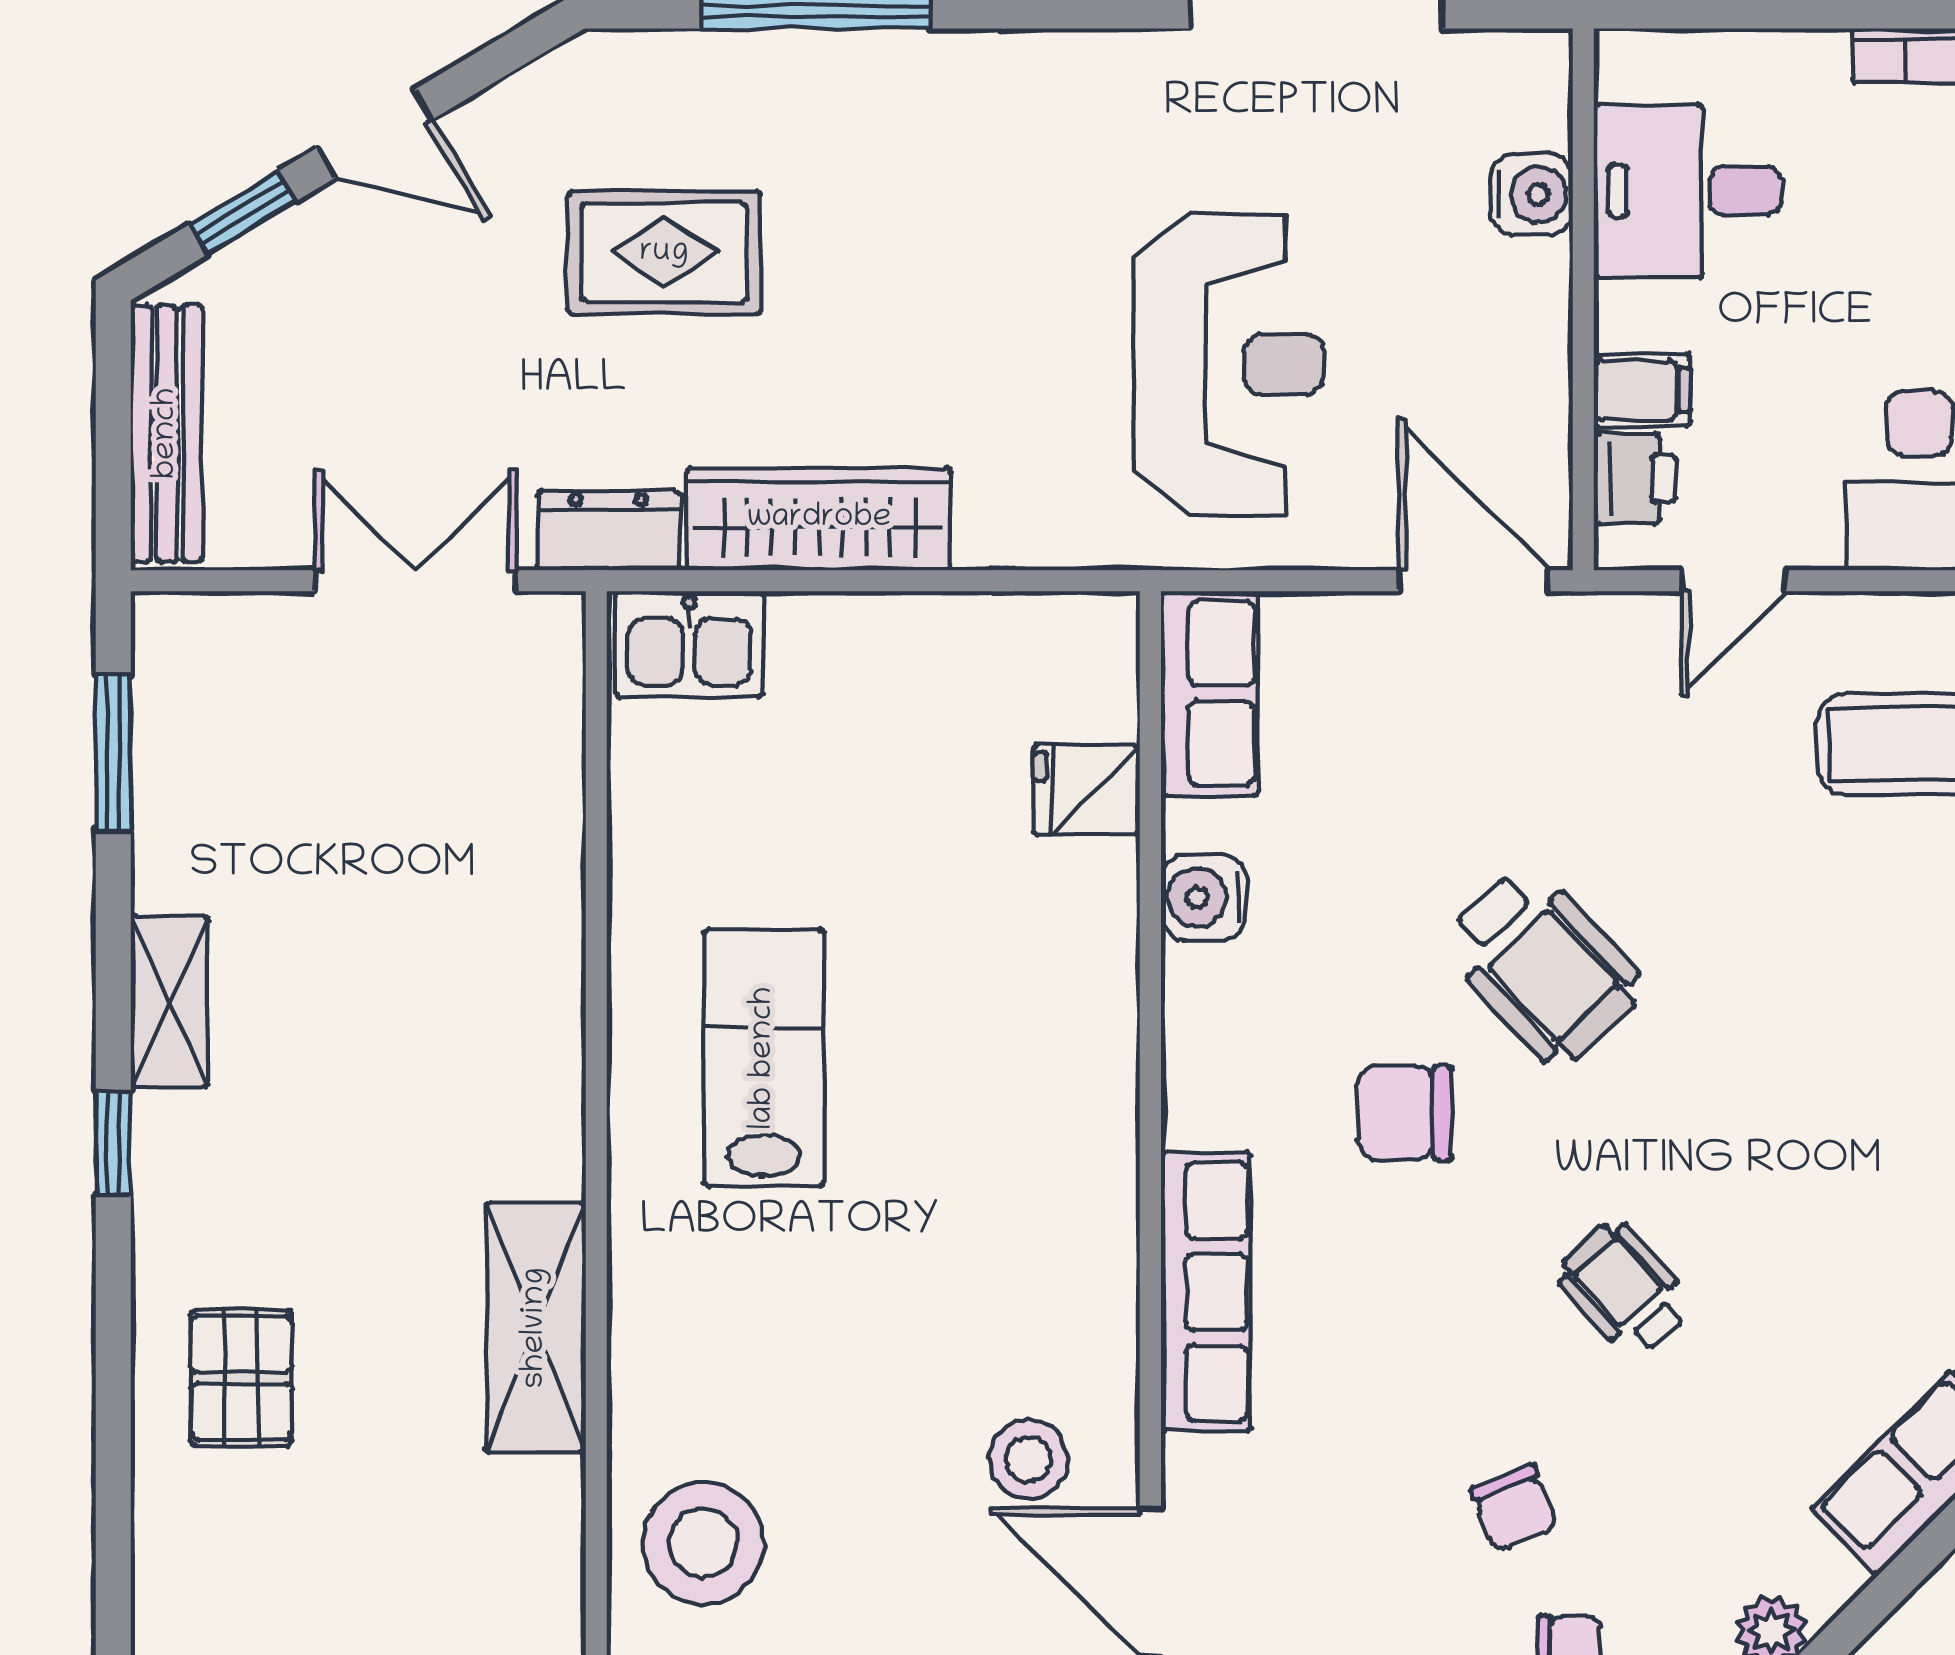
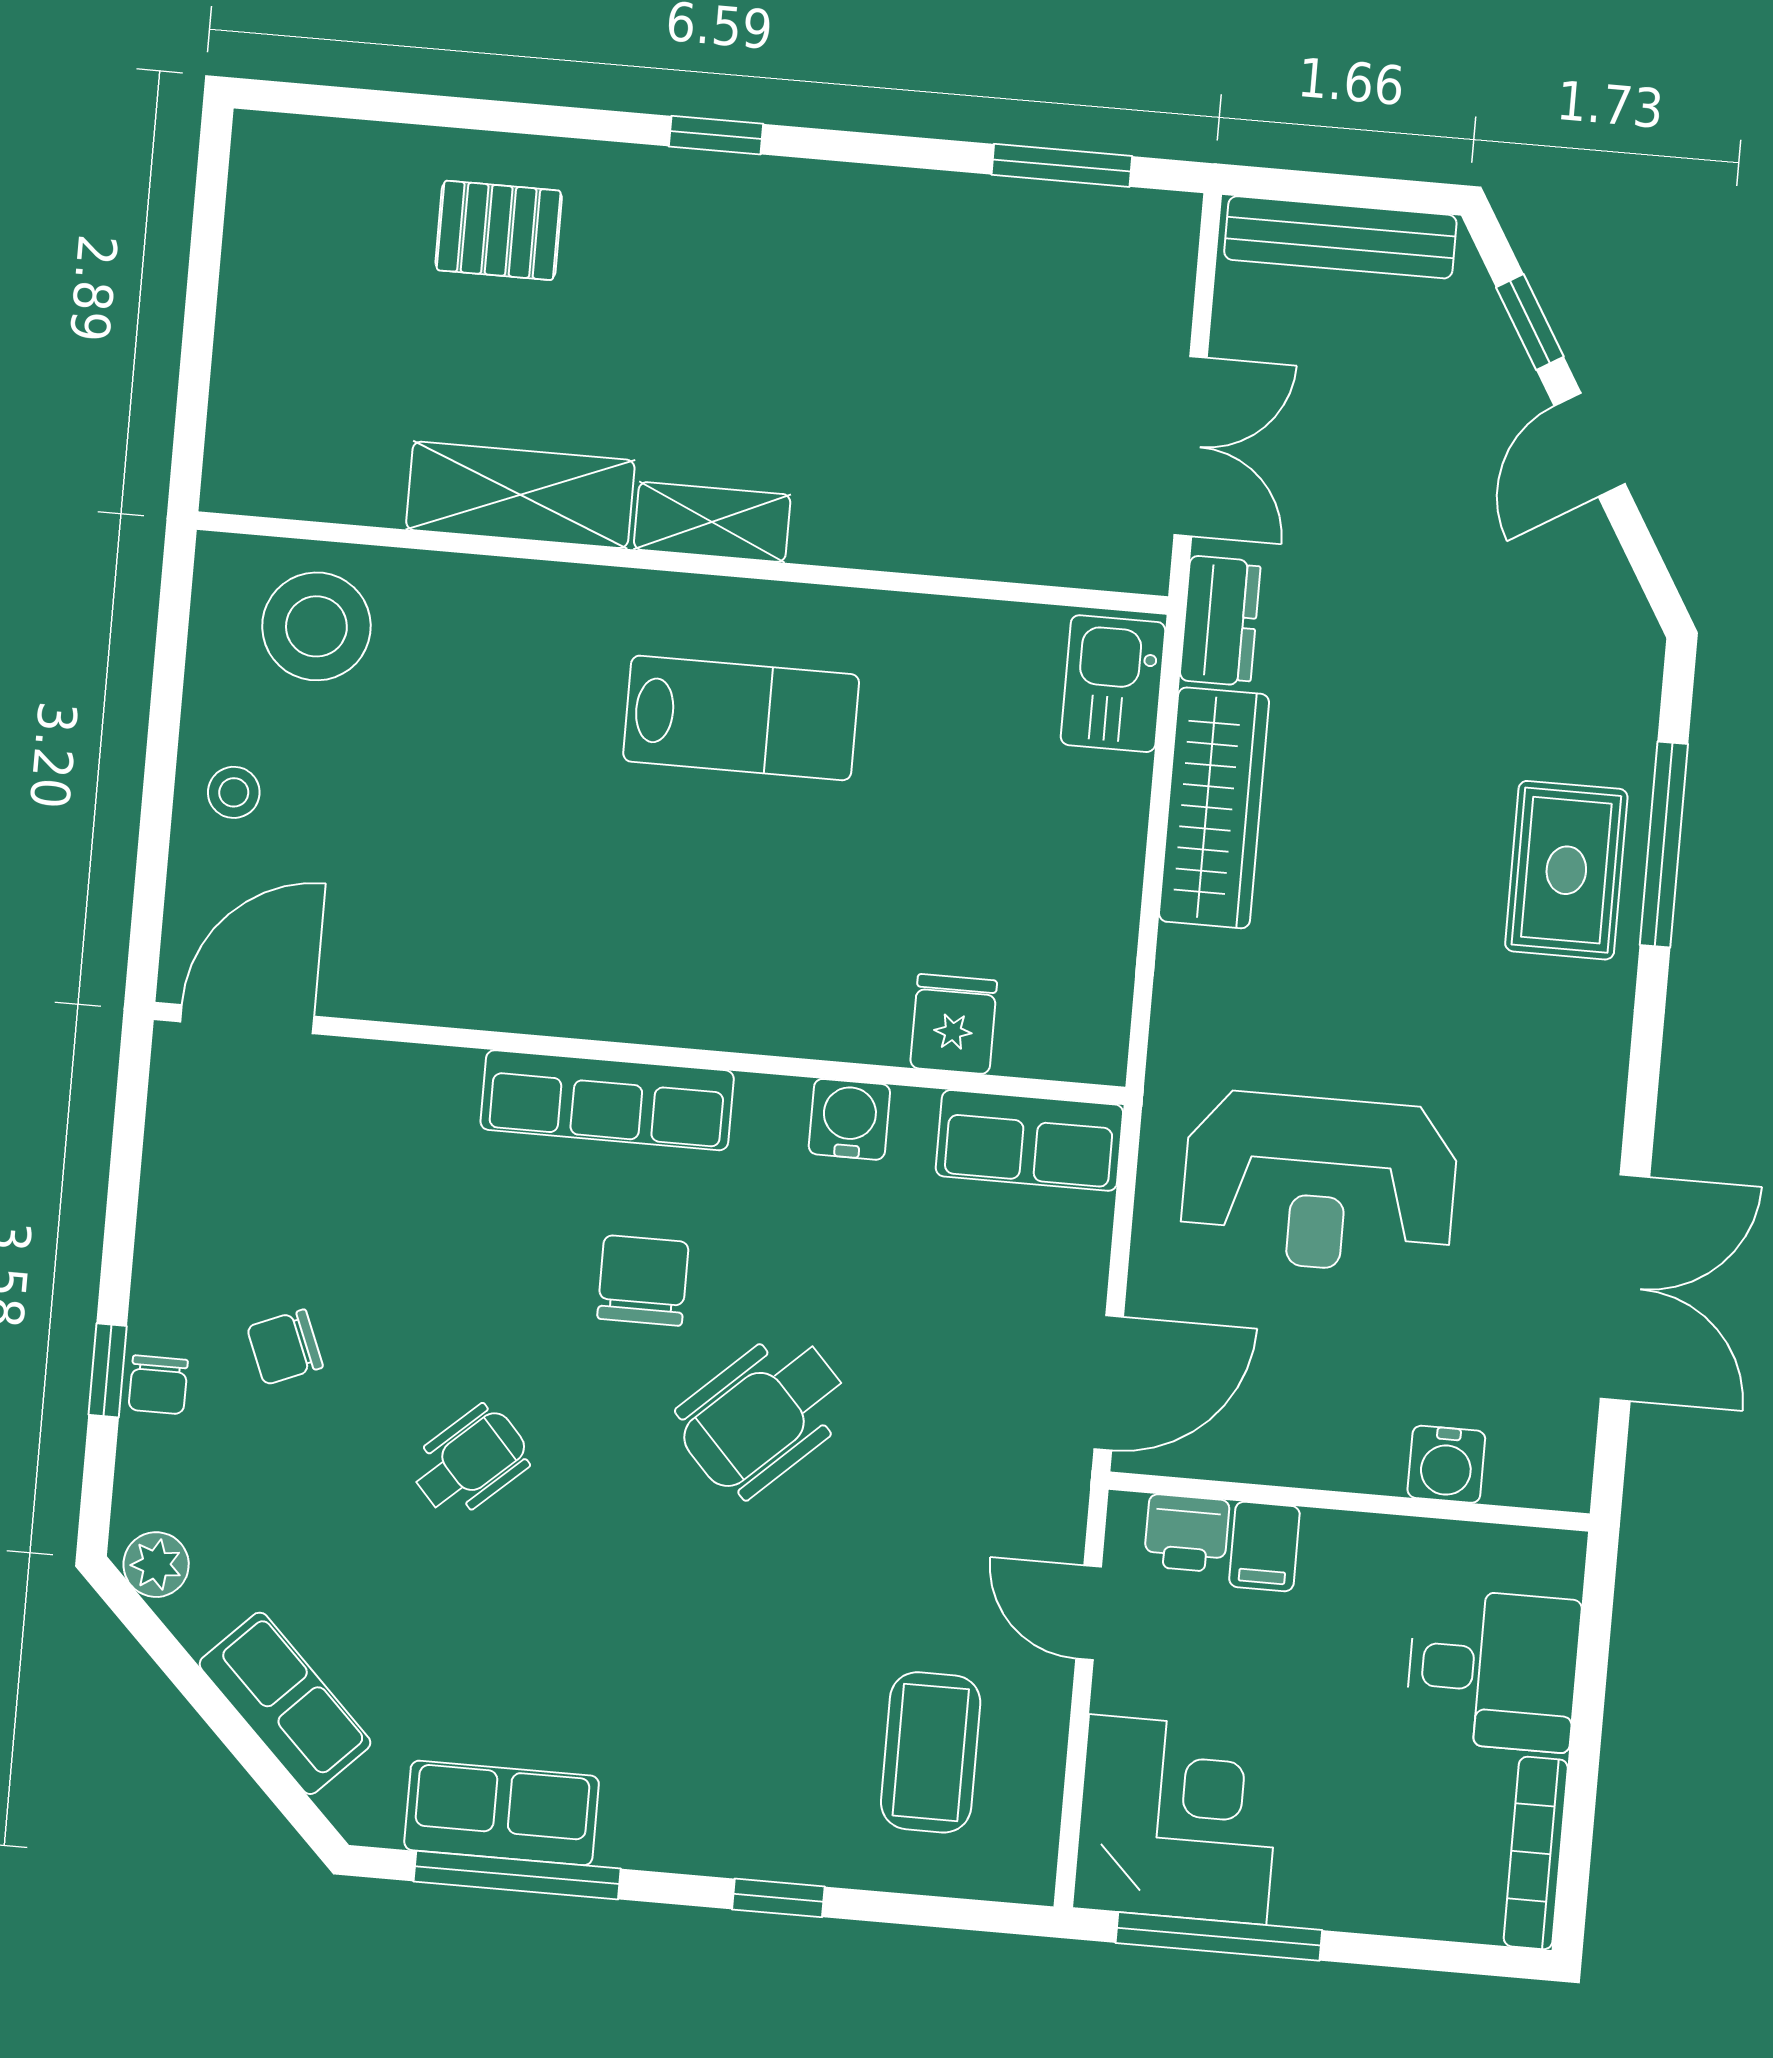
desk: (1687, 191) -> (1493, 1670), moved, turned 90
rug: (664, 253) -> (1566, 870), moved
shelving: (169, 1001) -> (712, 522), moved
row of seats: (1206, 1292) -> (607, 1100), moved
stool: (1028, 1459) -> (234, 792), moved, width x0.73, depth x0.73

